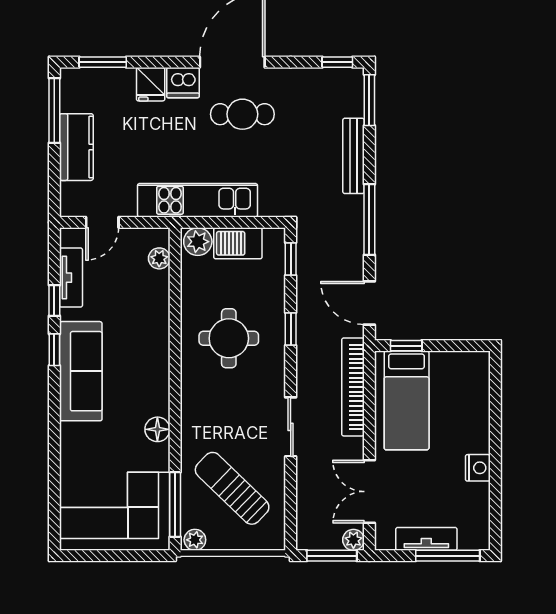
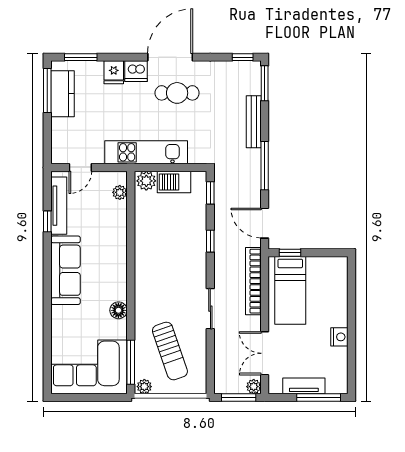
kitchen counter: (76, 147) -> (63, 94), moved
tv unit: (71, 278) -> (59, 206), width x1.41
round table: (229, 338) -> (168, 248), removed
window: (54, 350) -> (47, 255), removed
sun lounger: (232, 488) -> (170, 351), turned -153

